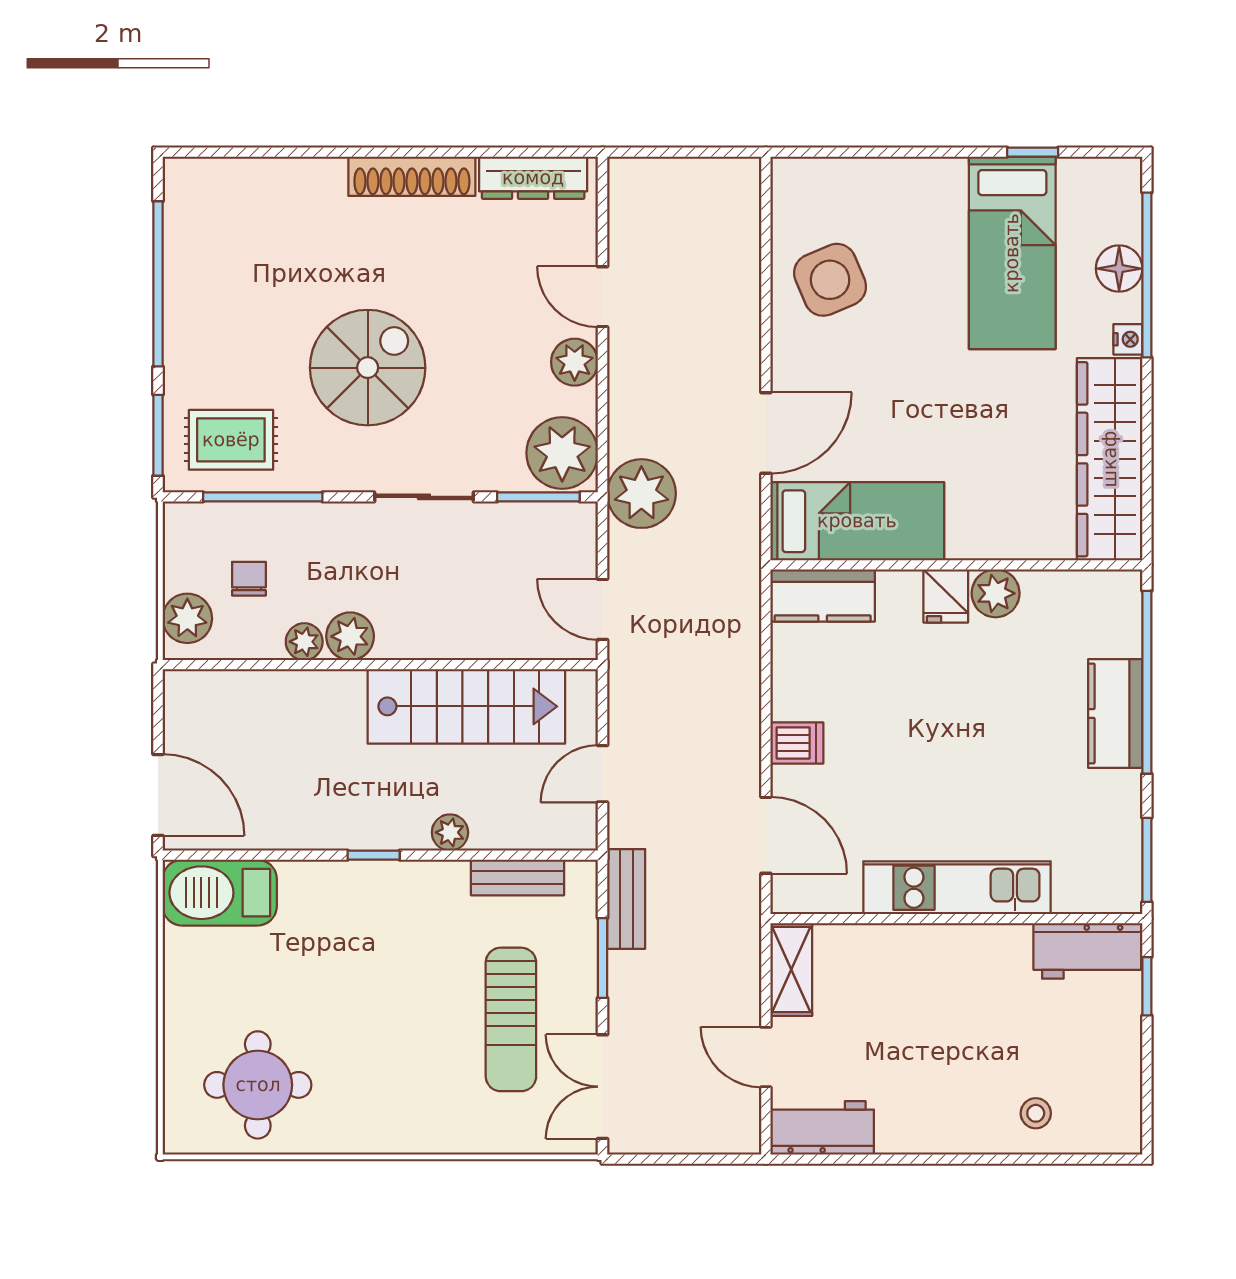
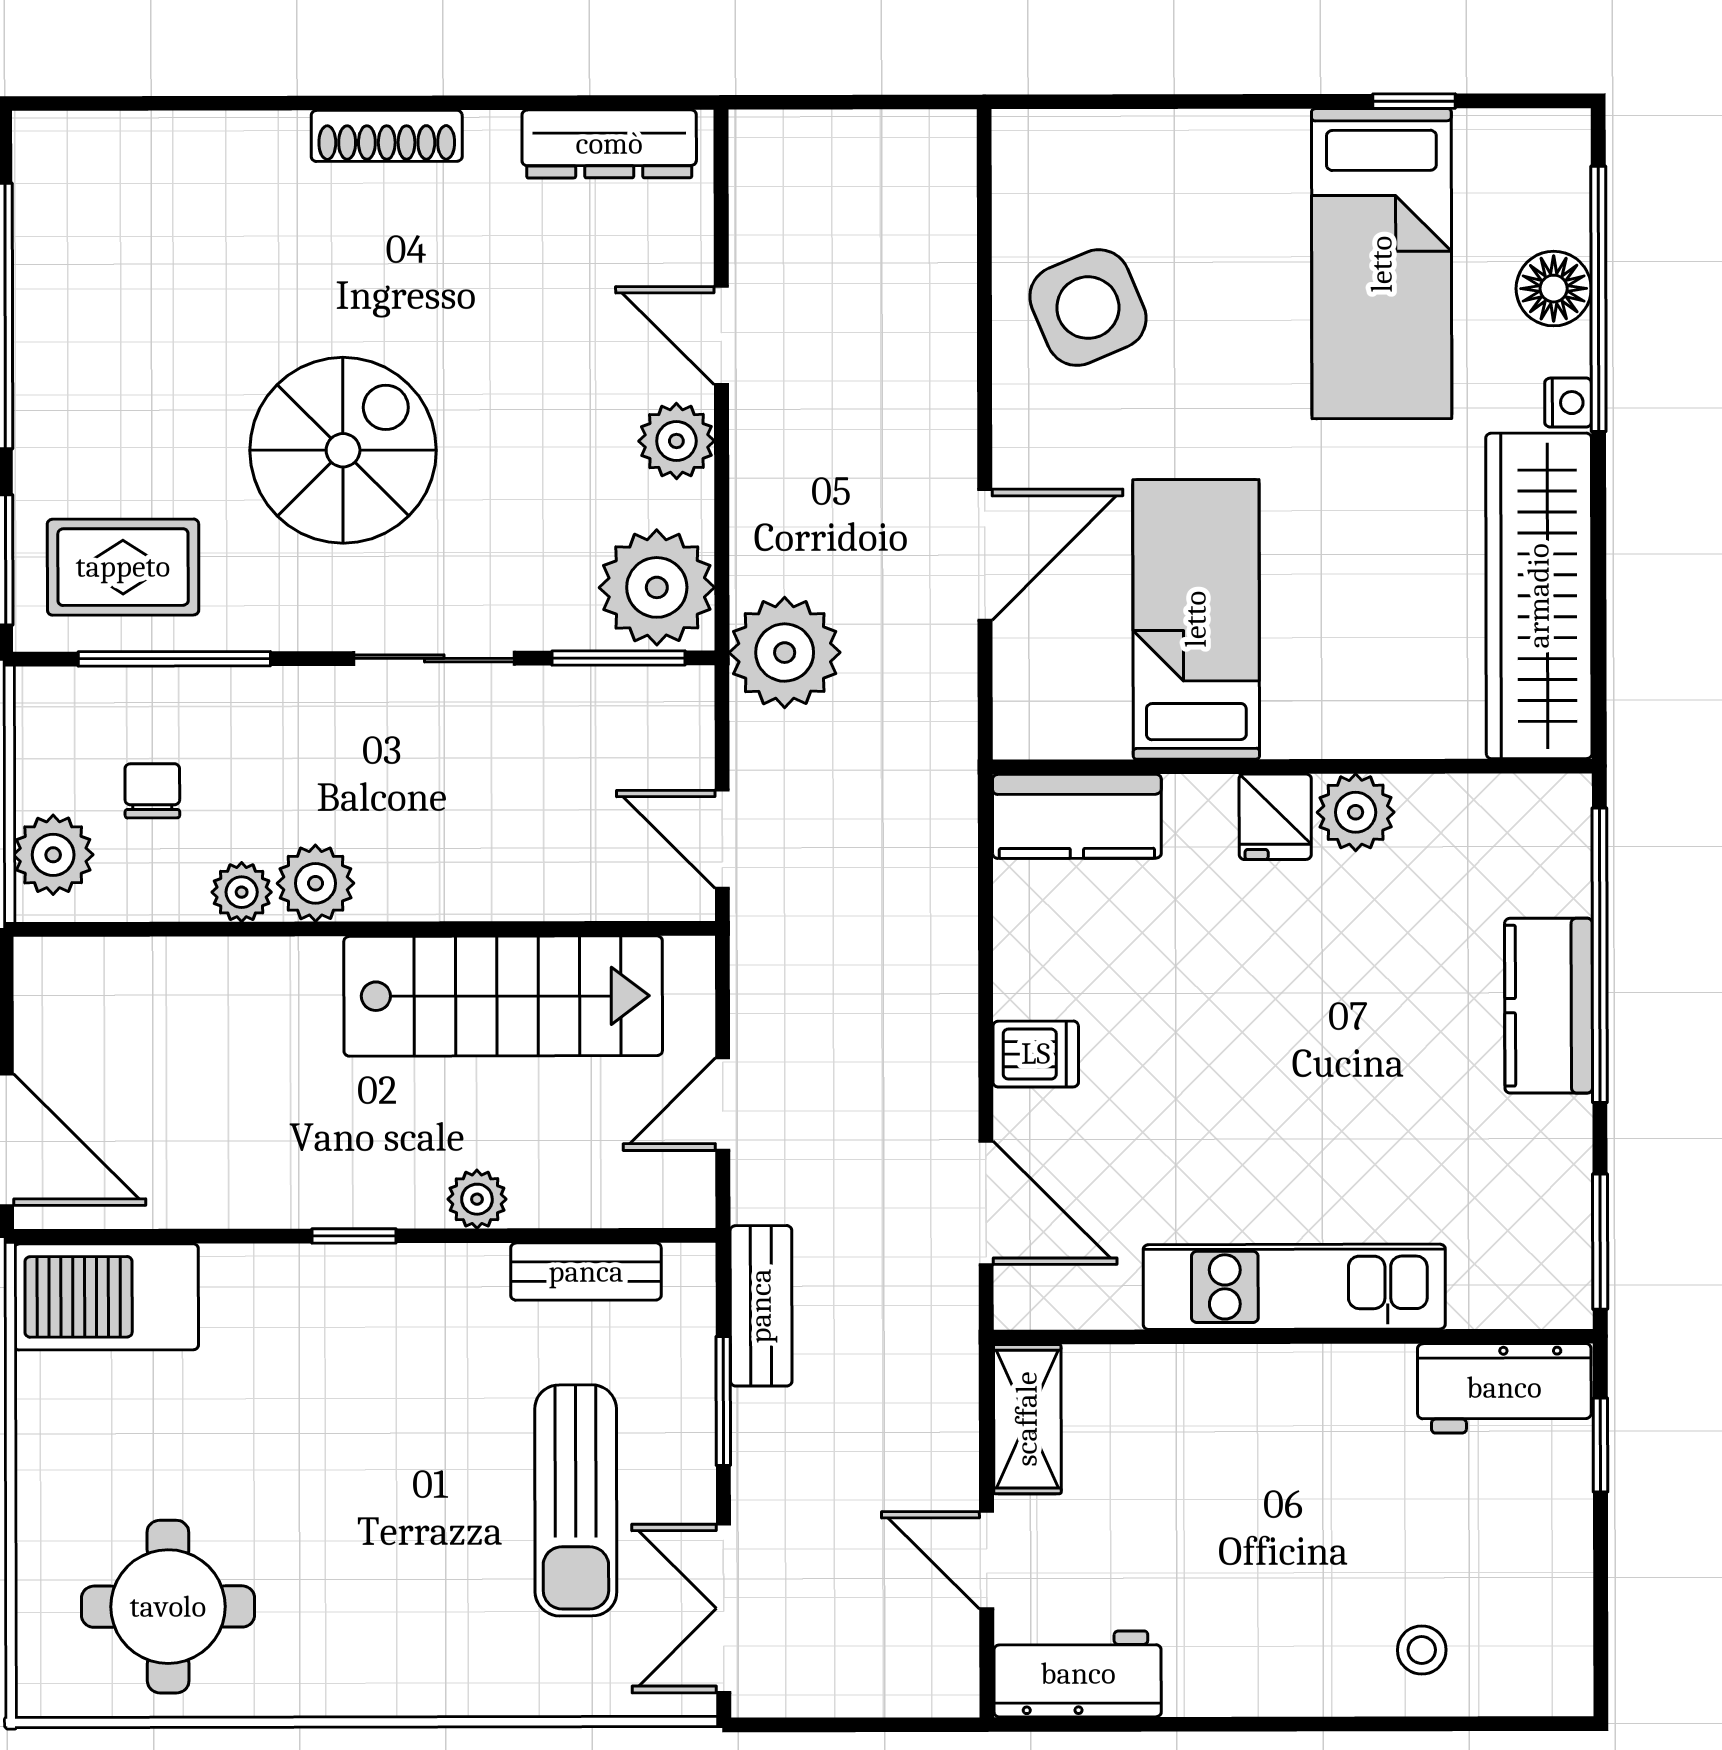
shoe rack: (412, 176) -> (387, 136), width x0.74, depth x0.81
bed: (857, 521) -> (1196, 619), moved, turned -90

